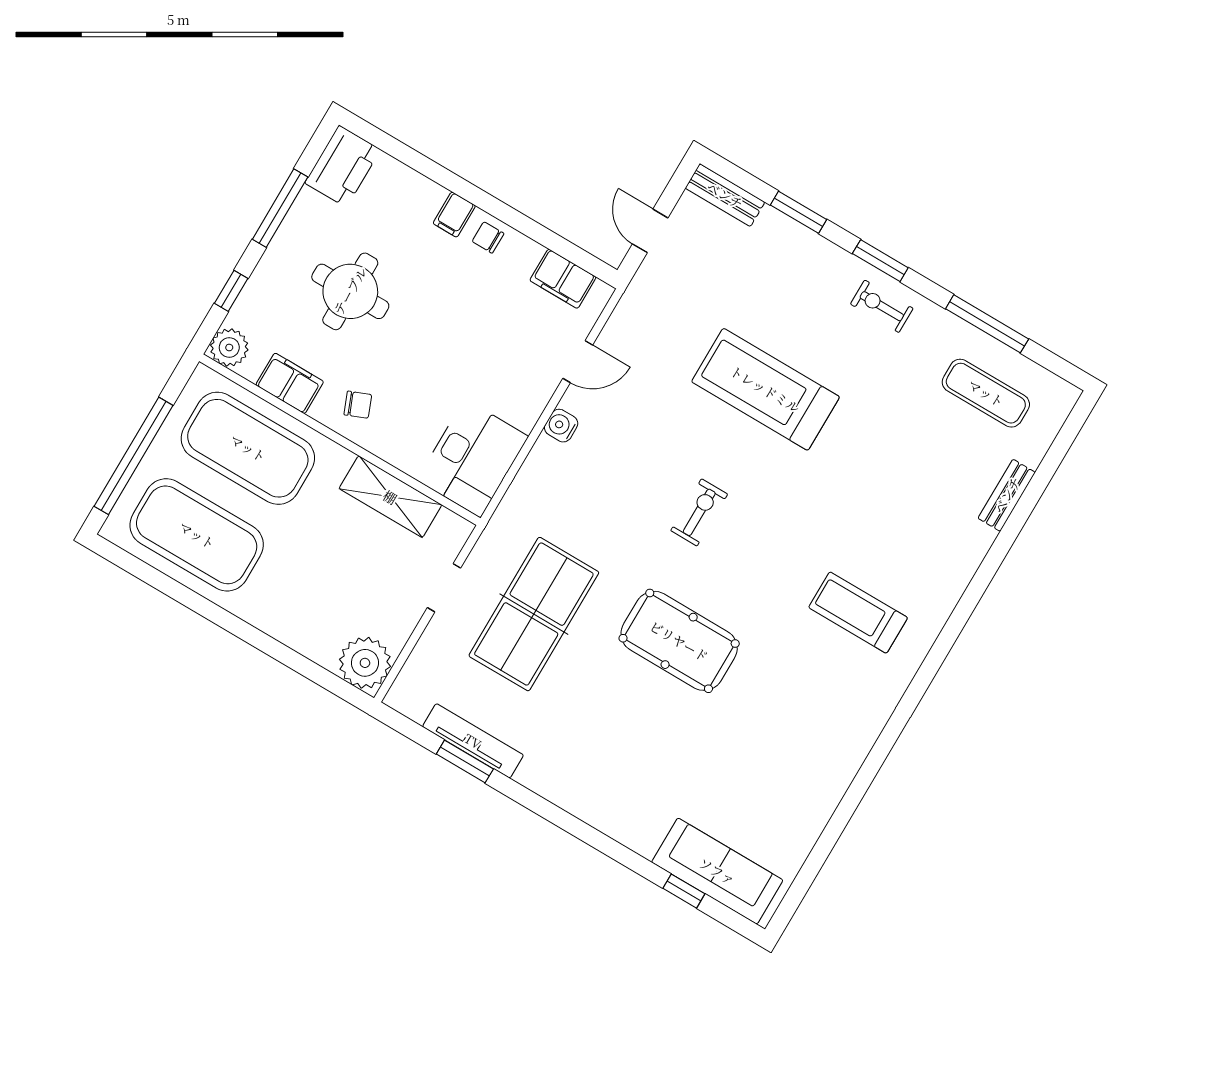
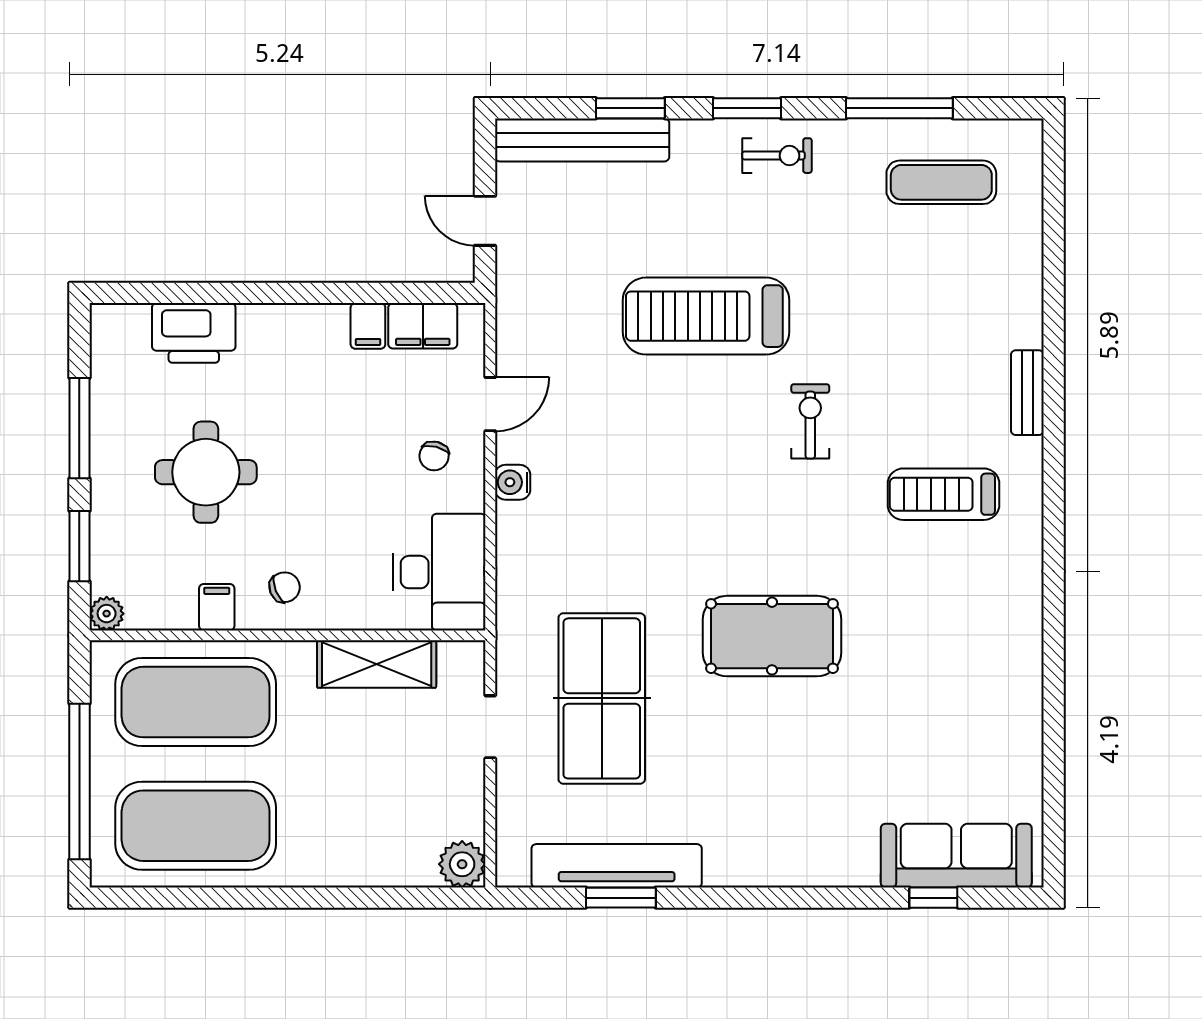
printer: (343, 166) -> (194, 333), moved, turned 90
bench: (725, 195) -> (582, 140), width x1.86, depth x1.21
filing cabinet: (454, 215) -> (368, 326), moved
chair: (488, 237) -> (434, 456), moved, turned -76
window: (231, 291) -> (79, 546), width x1.50
exercise bike: (882, 306) -> (777, 156), turned 180
plant: (229, 348) -> (107, 614), width x0.73, depth x0.73
filing cabinet: (290, 383) -> (217, 607), width x0.50
bench: (1007, 495) -> (1027, 393), moved
exercise bike: (699, 512) -> (810, 421), moved
plant: (365, 663) -> (462, 864), width x0.73, depth x0.73
tv unit: (473, 741) -> (617, 866), width x1.36, depth x1.29

